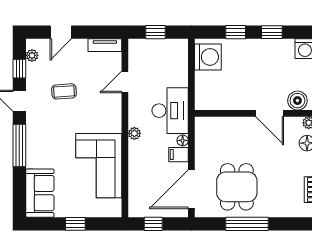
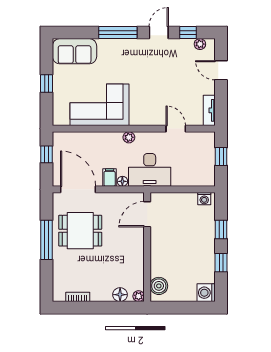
washing machine: (208, 57) -> (204, 199), width x0.53, depth x0.53
coffee table: (64, 91) -> (167, 73), removed
door: (270, 113) -> (147, 214), moved

